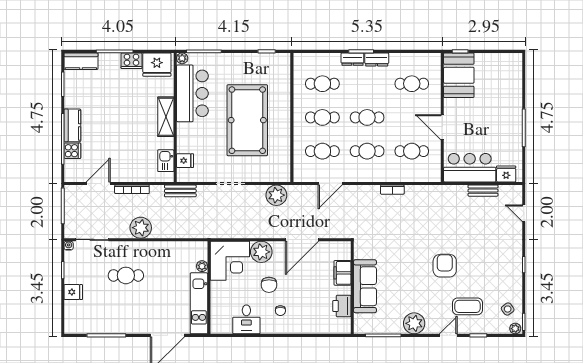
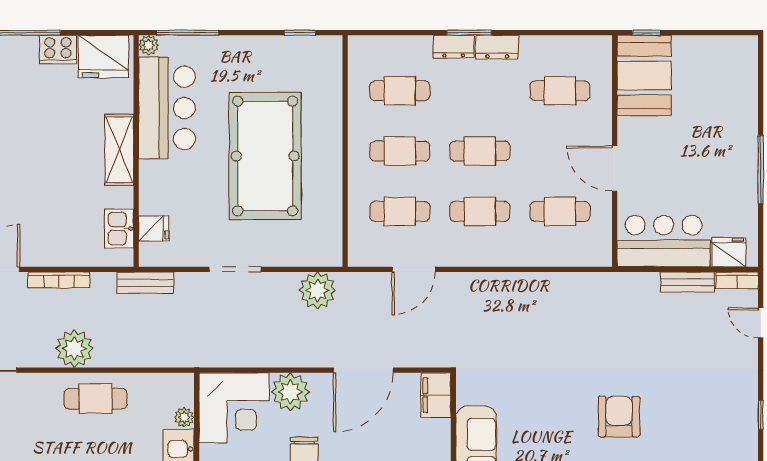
bookcase: (392, 190) -> (737, 280), moved
filing cabinet: (343, 273) -> (436, 395), moved
cafe table: (126, 275) -> (96, 399), moved

